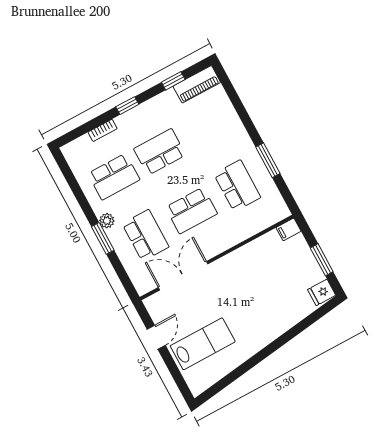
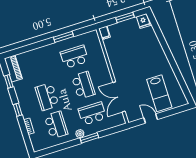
lab bench: (203, 344) -> (159, 93), turned 180

